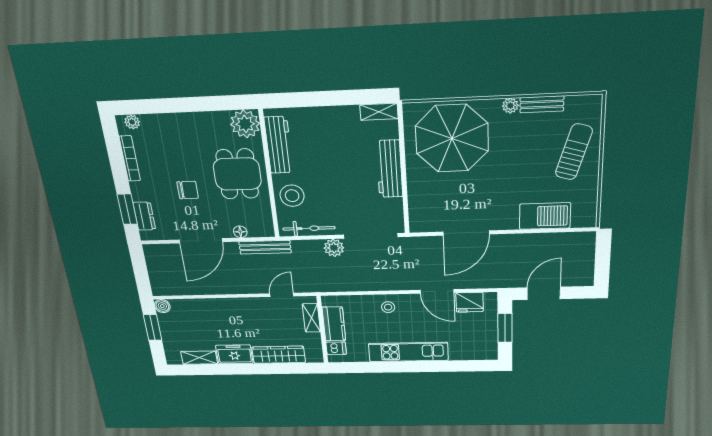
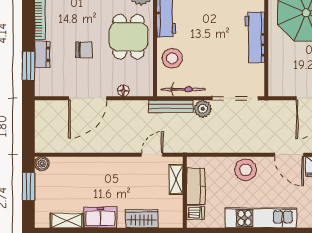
dresser: (144, 216) -> (42, 54), moved
bench: (265, 247) -> (171, 106), moved
stool: (388, 307) -> (246, 170), width x1.89, depth x1.89
wardrobe: (279, 355) -> (142, 219), width x0.67

